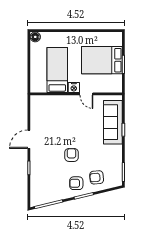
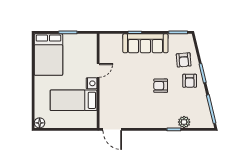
bed: (102, 60) -> (48, 55), moved
sofa: (113, 122) -> (145, 43), moved
door: (29, 139) -> (112, 129), moved
plant: (36, 178) -> (184, 122), added

